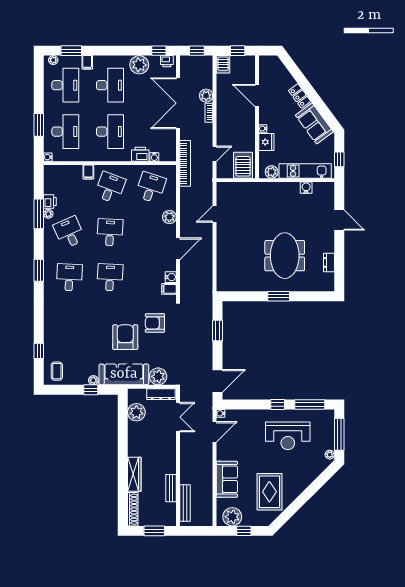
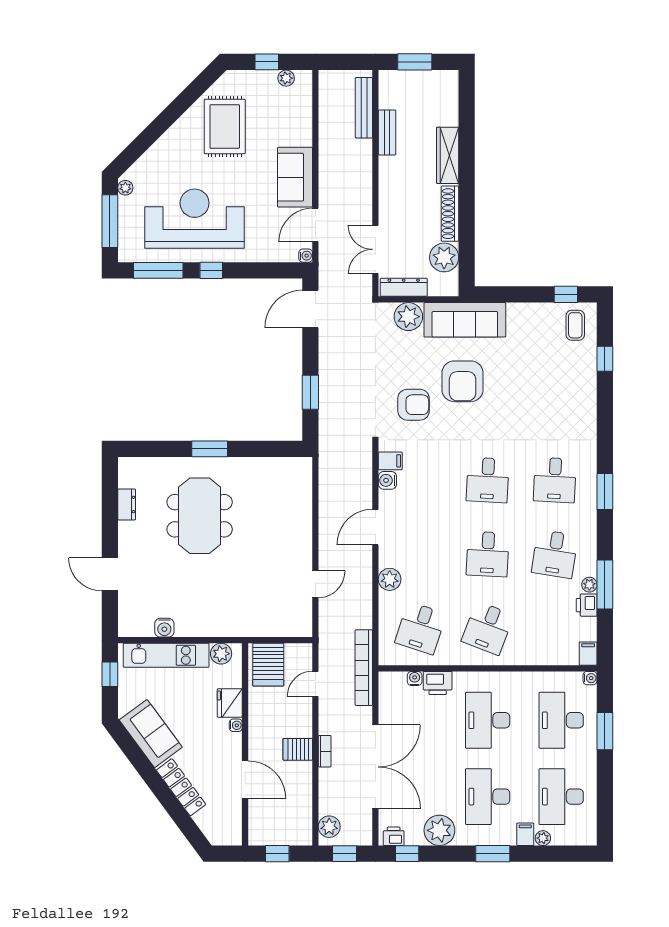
window: (71, 51) -> (493, 854), moved
plant: (53, 60) -> (543, 838), moved
server rack: (223, 64) -> (298, 749), moved, turned -90
plant: (206, 96) -> (329, 827), moved
locker: (300, 96) -> (181, 787), width x1.53
filing cabinet: (88, 172) -> (588, 654), moved
desk: (69, 232) -> (555, 554), turned 33
plant: (93, 380) -> (515, 310), removed
window: (91, 390) -> (566, 294), moved
reception desk: (288, 436) -> (195, 219), width x1.36, depth x1.30
sofa: (227, 479) -> (295, 177), moved
shoe rack: (133, 509) -> (450, 214), moved
plant: (232, 517) -> (286, 78), width x0.53, depth x0.53

